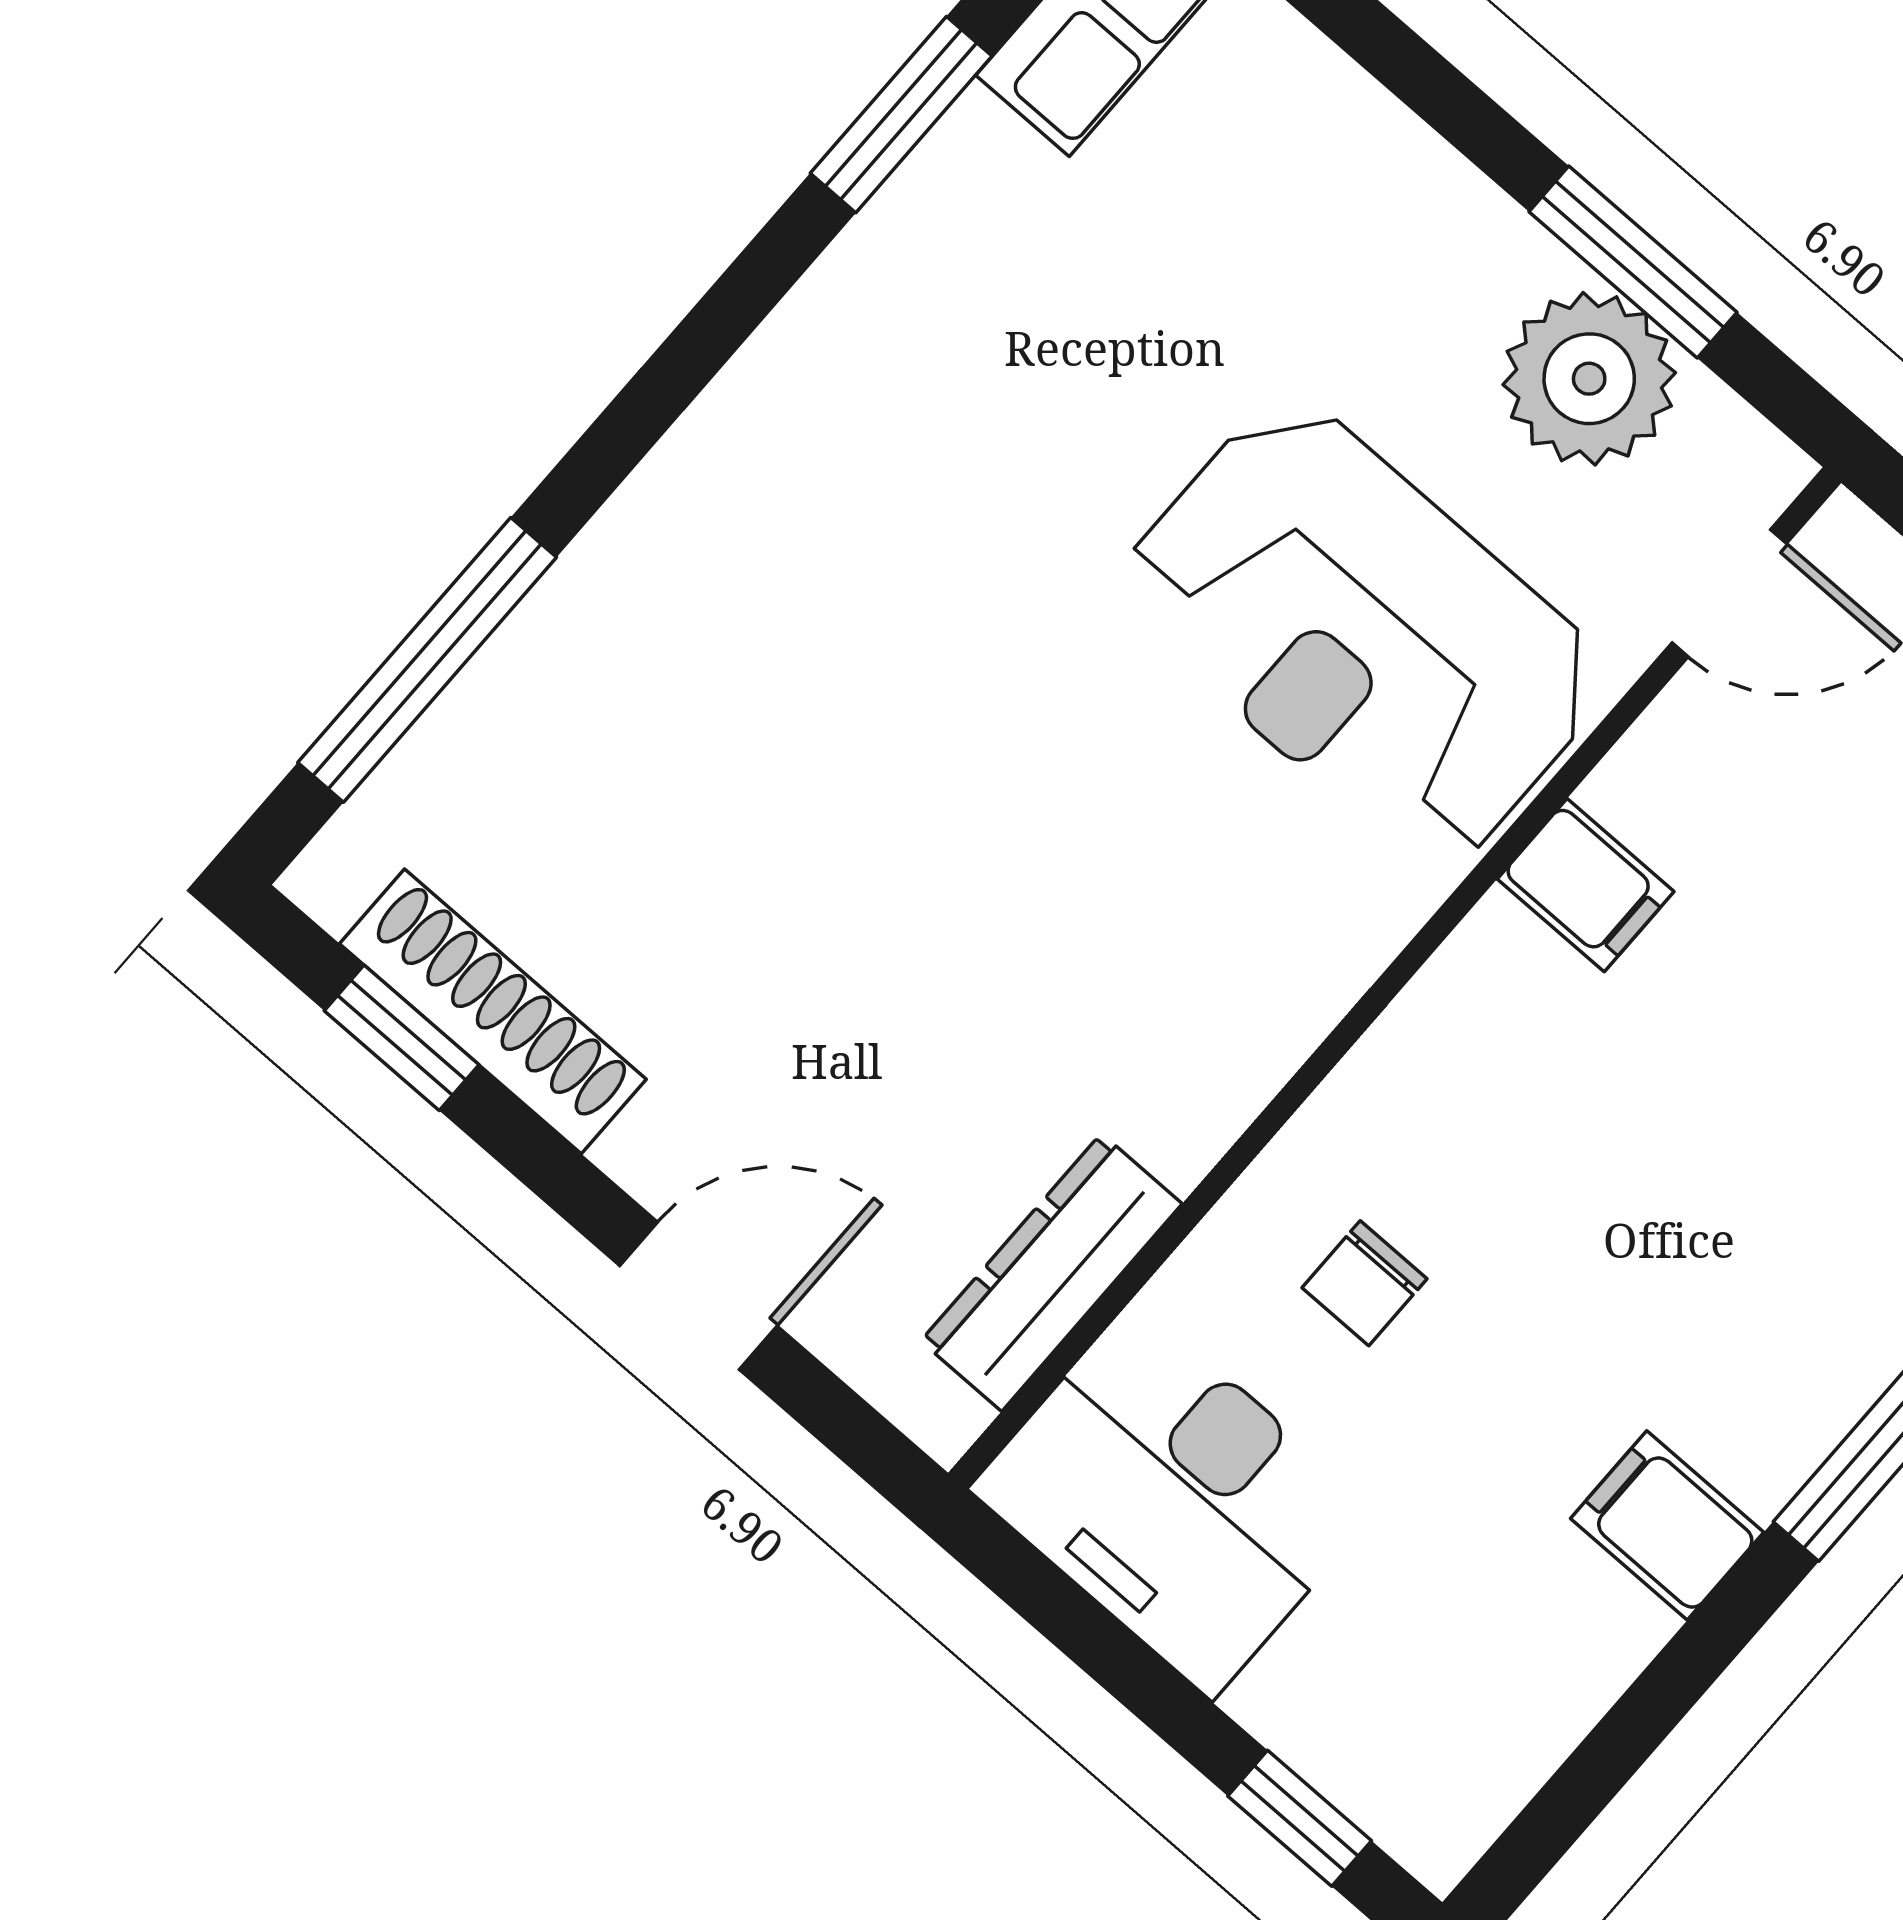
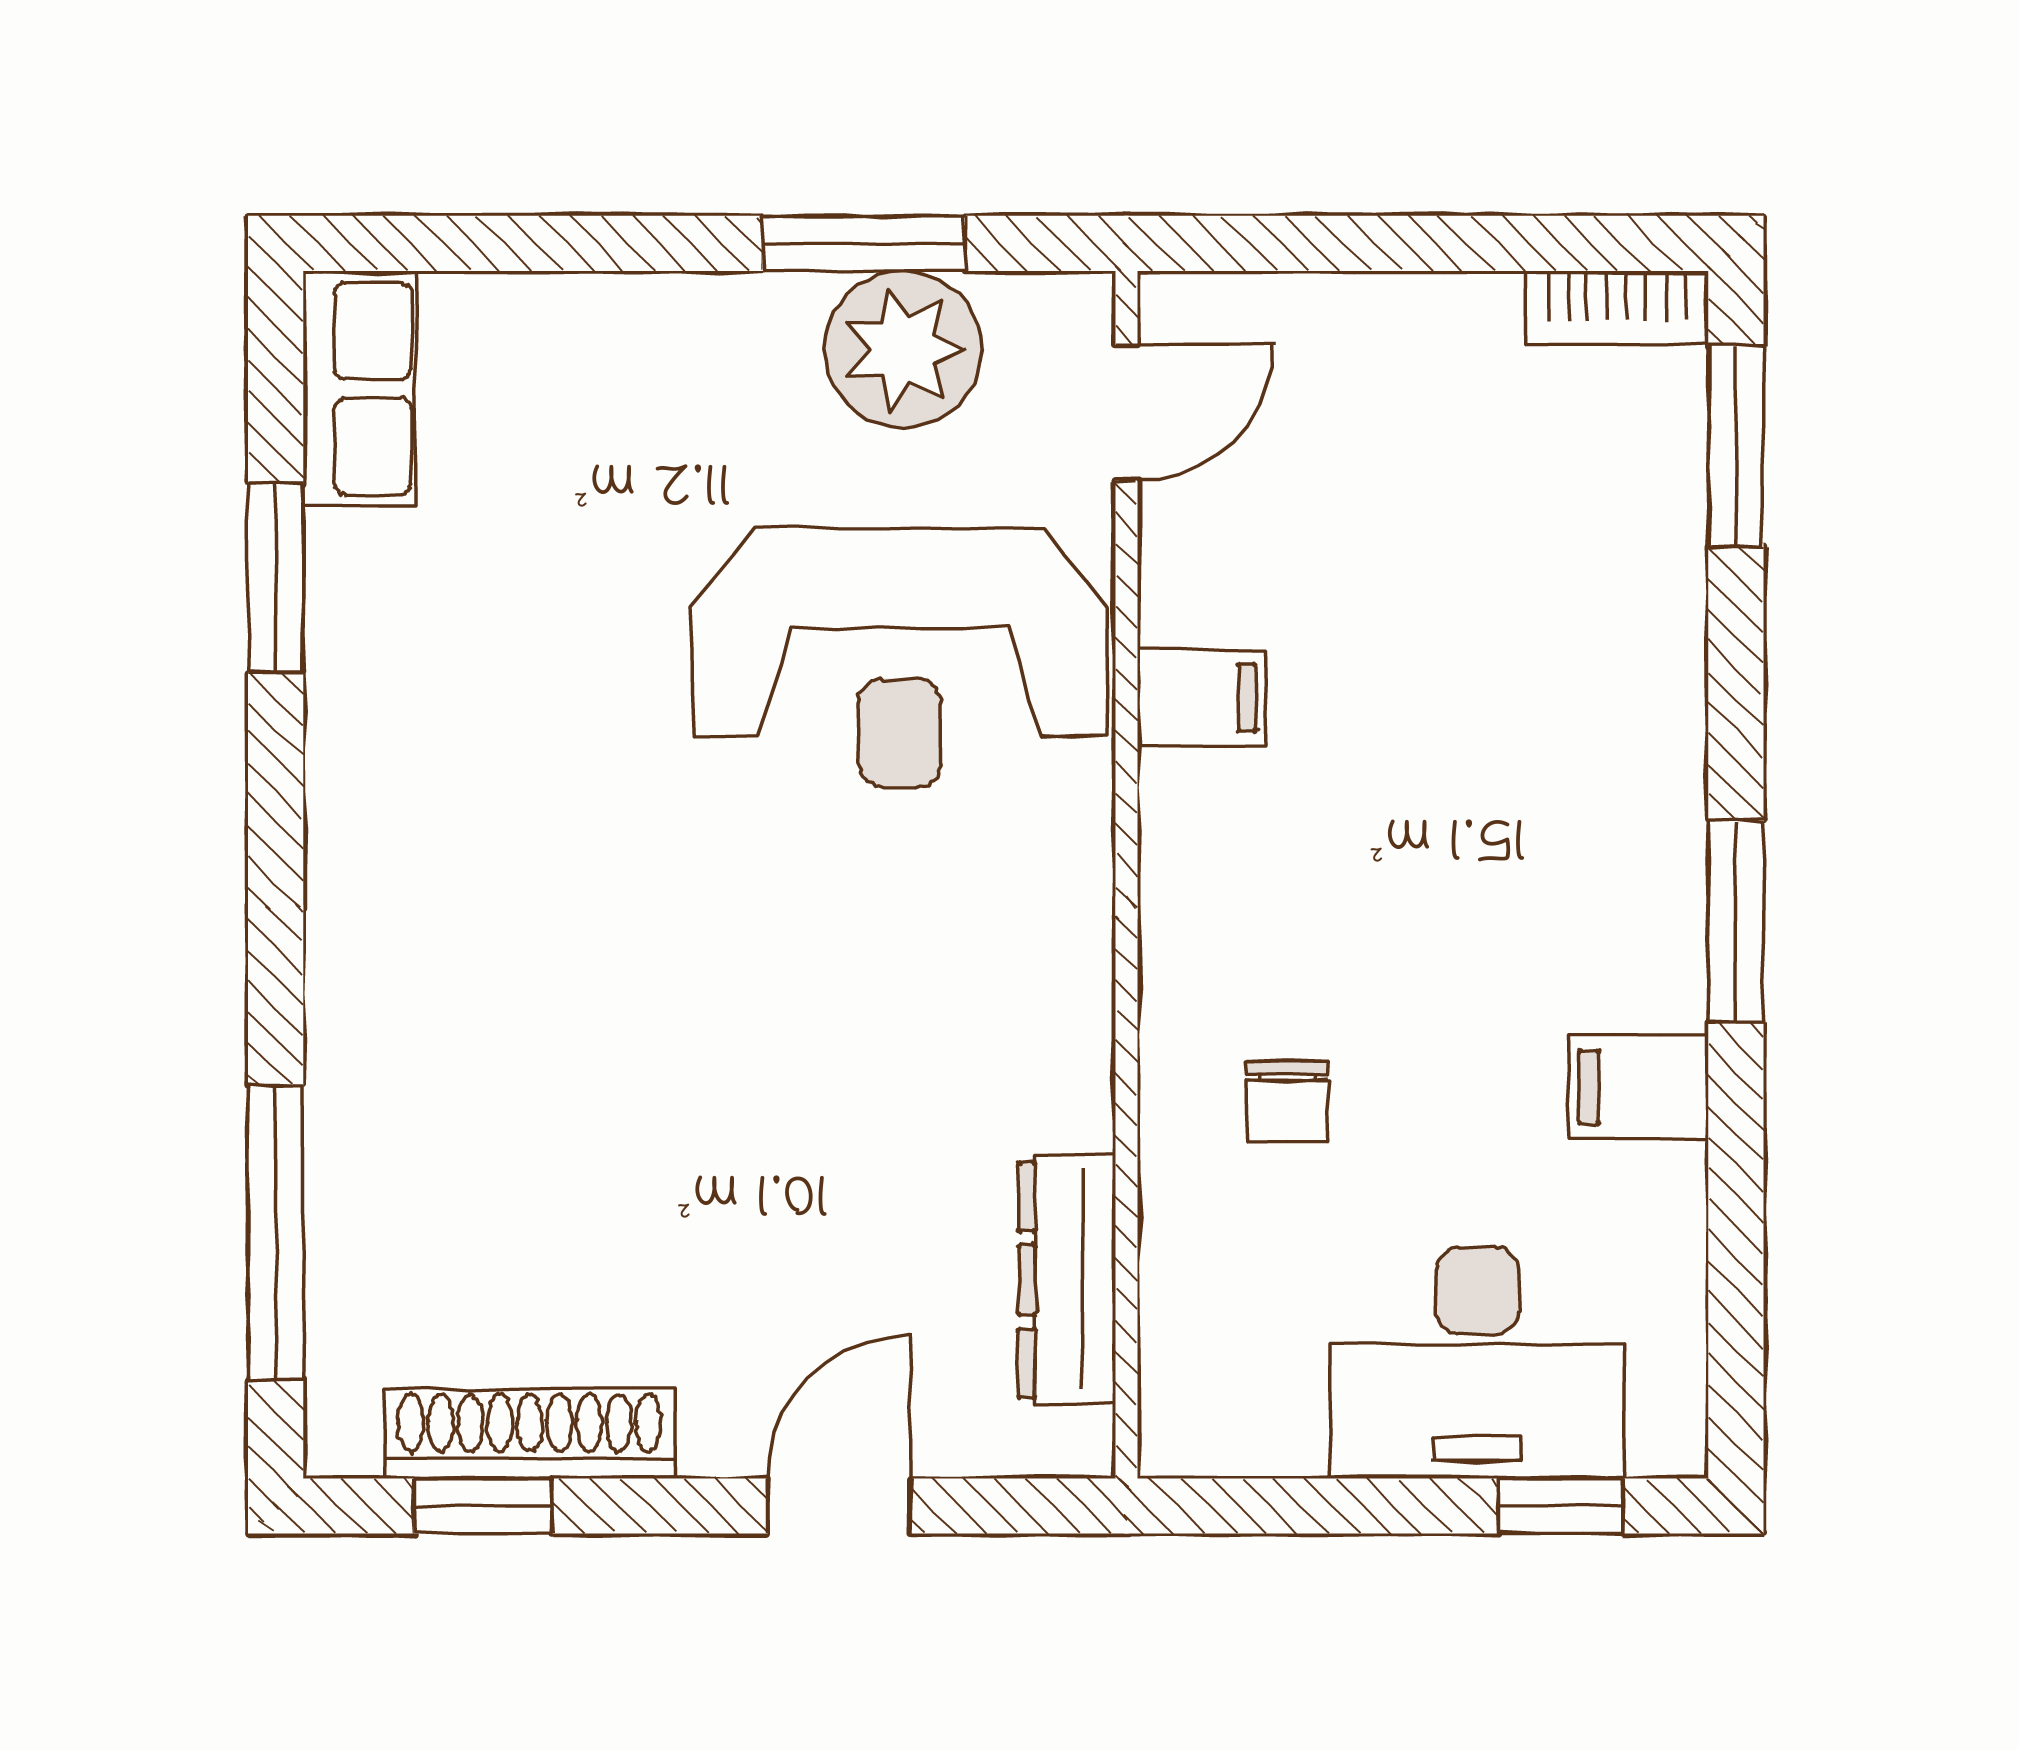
desk: (1173, 1499) -> (1477, 1363), moved

